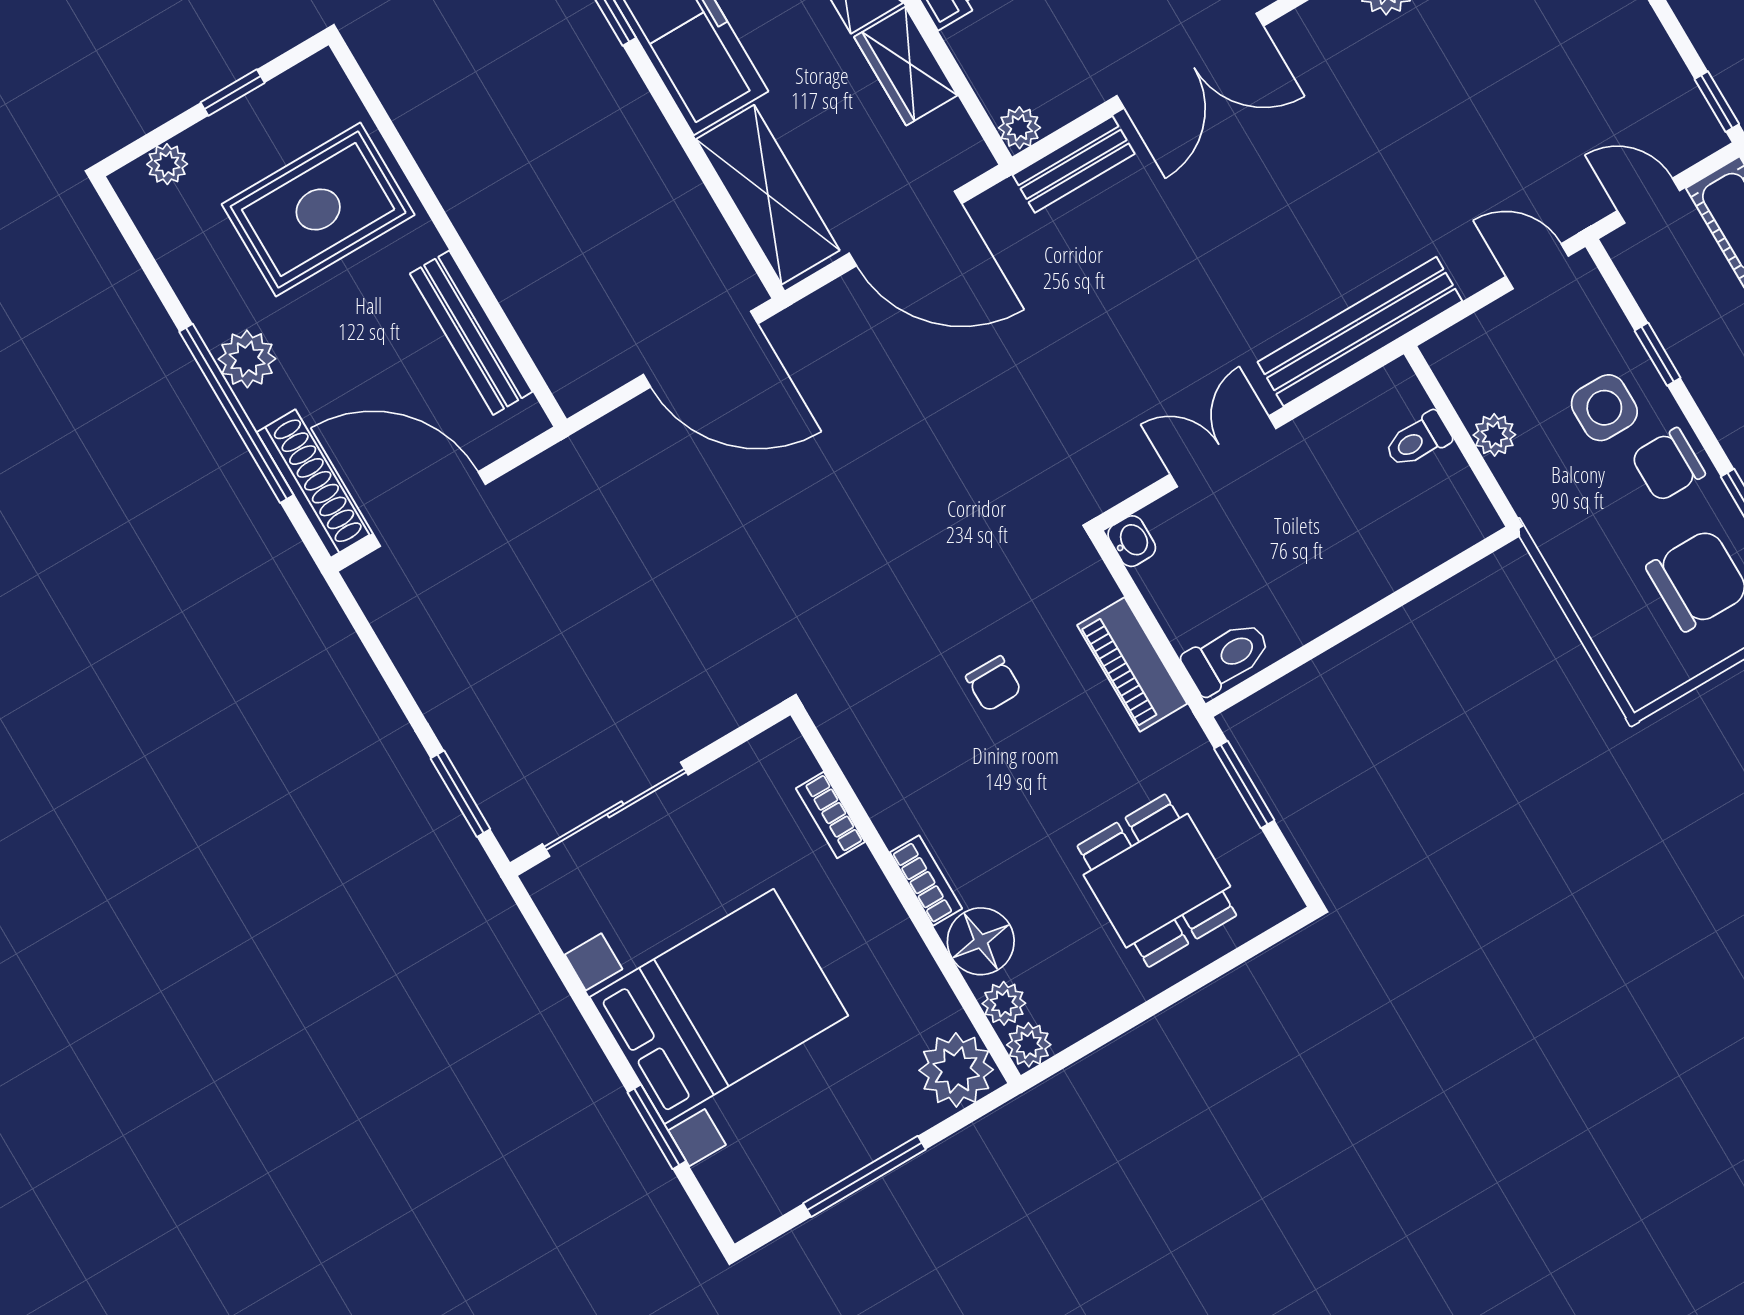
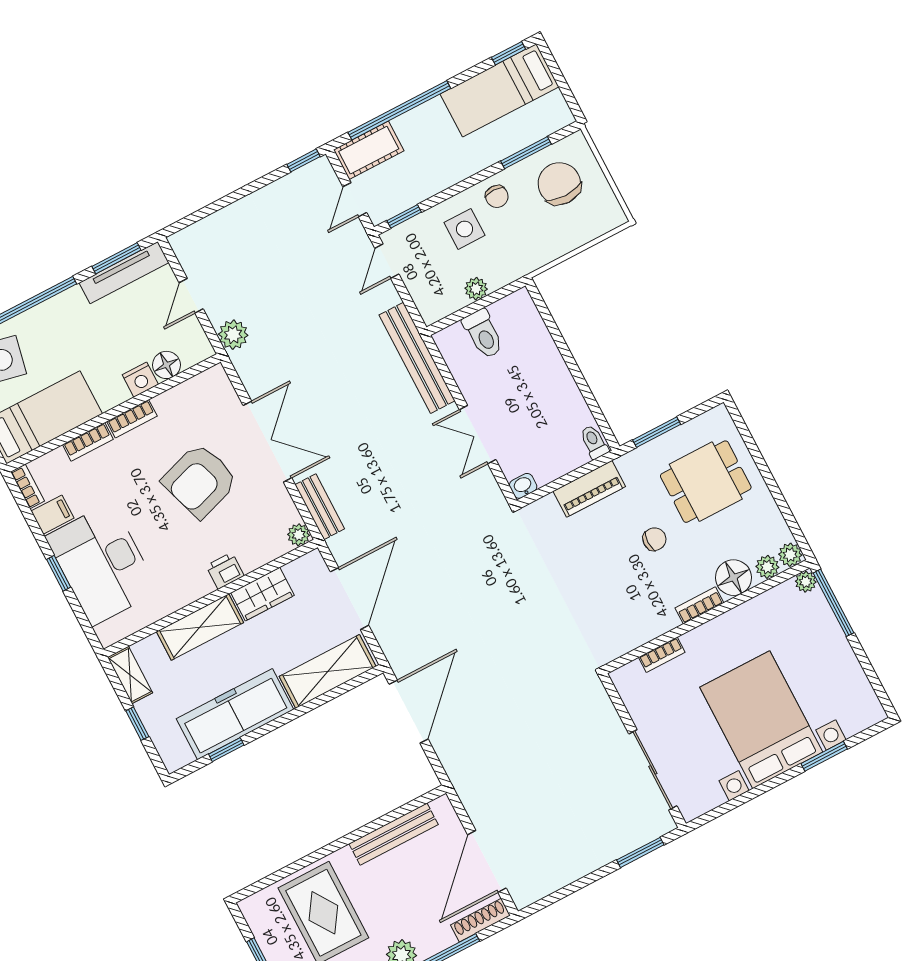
window: (1658, 354) -> (404, 216), moved
toilet: (1418, 440) -> (483, 334), width x1.37, depth x1.39
chair: (1668, 465) -> (497, 196), width x0.73, depth x0.73
shoe rack: (313, 484) -> (480, 920), width x0.74, depth x0.81
toilet: (1227, 657) -> (594, 442), width x0.73, depth x0.72
chair: (994, 684) -> (654, 539), moved
plant: (956, 1070) -> (806, 582), width x0.53, depth x0.53
window: (864, 1176) -> (834, 603), moved

